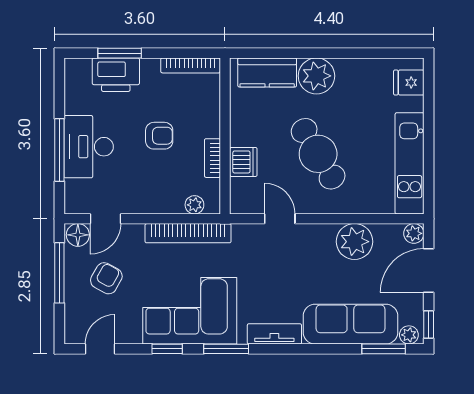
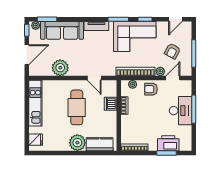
armchair: (159, 136) -> (151, 89), moved
cafe table: (318, 154) -> (77, 107), turned 31
plant: (414, 233) -> (160, 71), moved
floor lamp: (78, 235) -> (185, 71), removed

